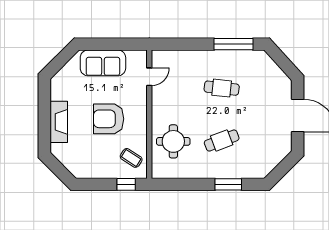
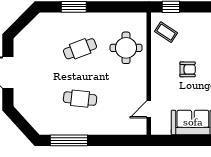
armchair: (109, 119) -> (188, 69), width x0.53, depth x0.53

